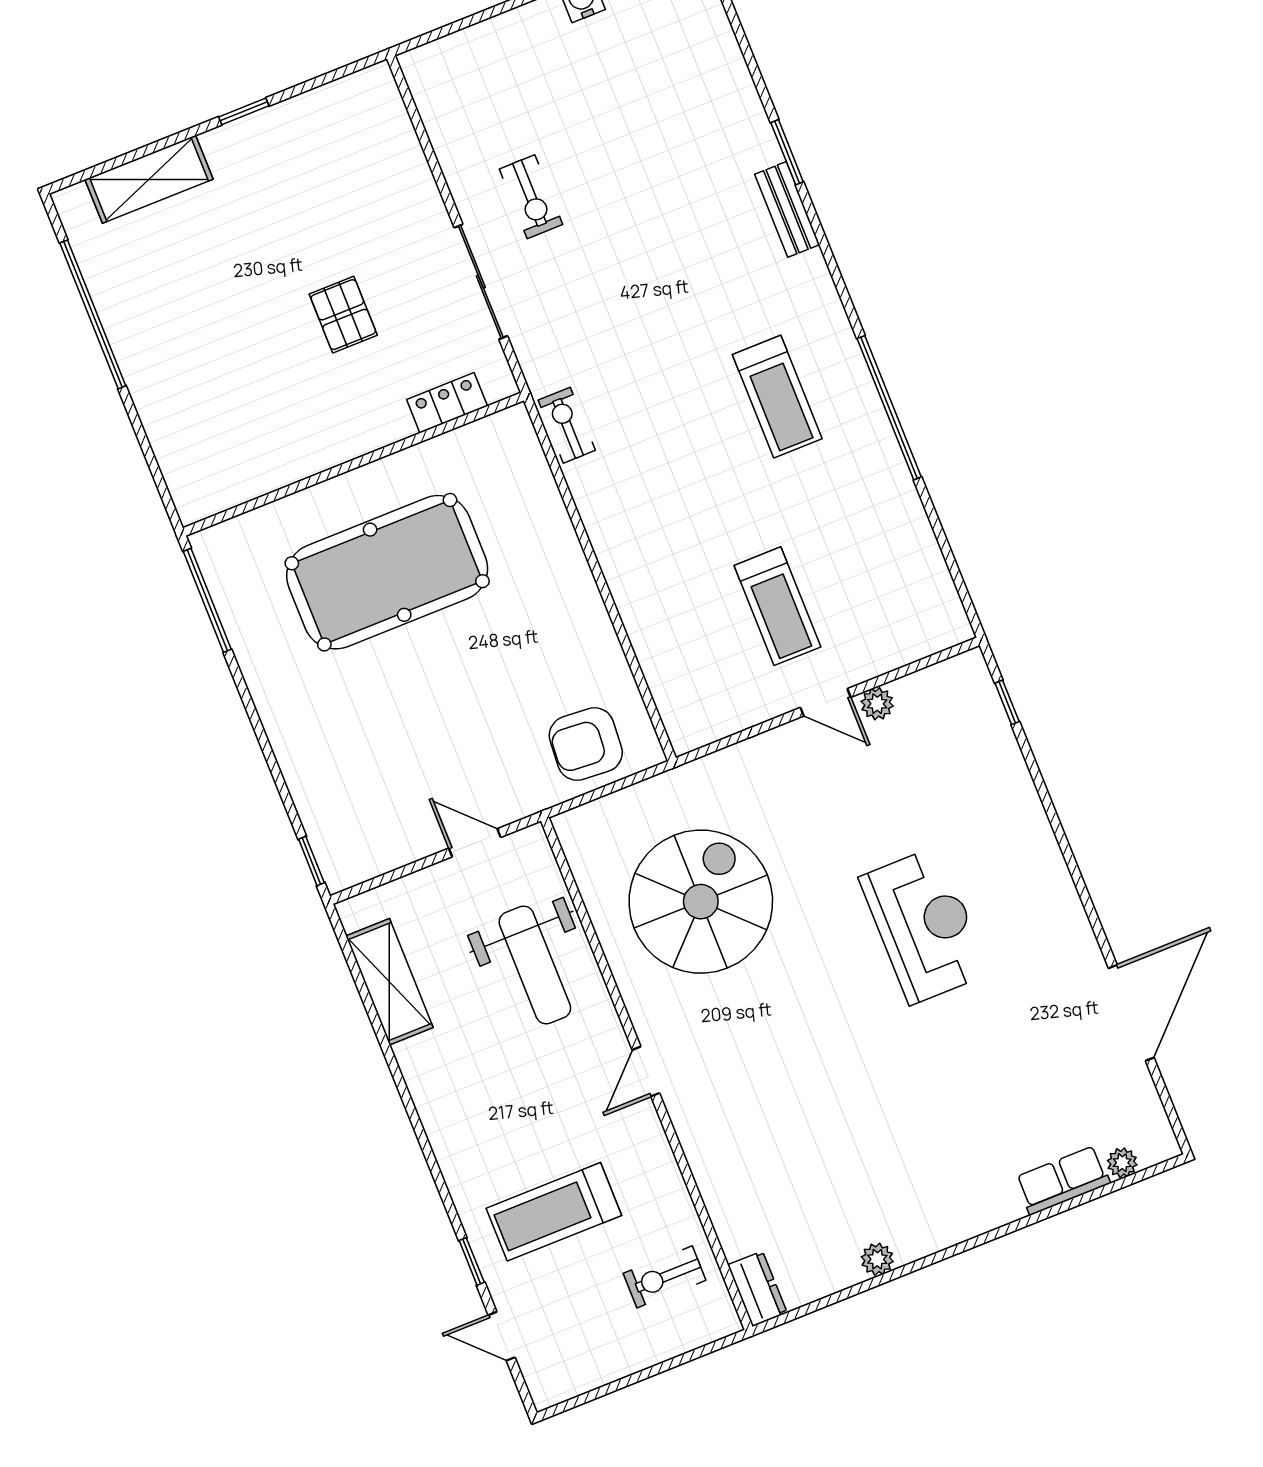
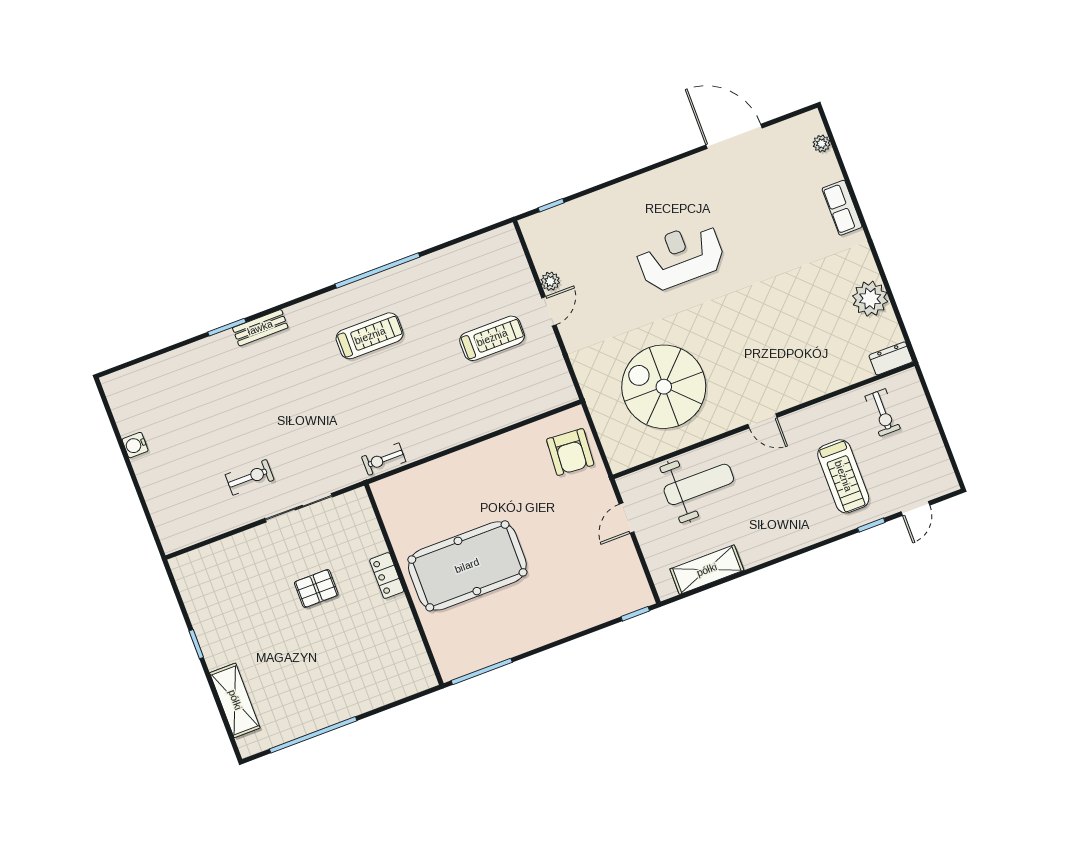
locker: (447, 403) -> (387, 576), moved
pool table: (387, 572) -> (467, 566), turned 90
row of seats: (1063, 1180) -> (842, 208), moved
plant: (877, 1259) -> (870, 299), width x1.88, depth x1.88

